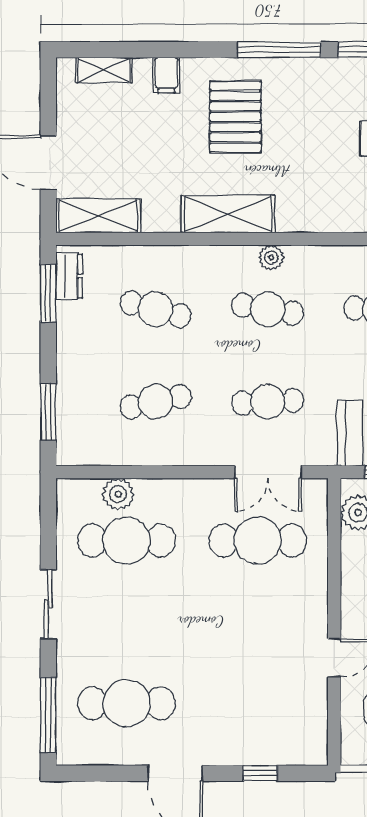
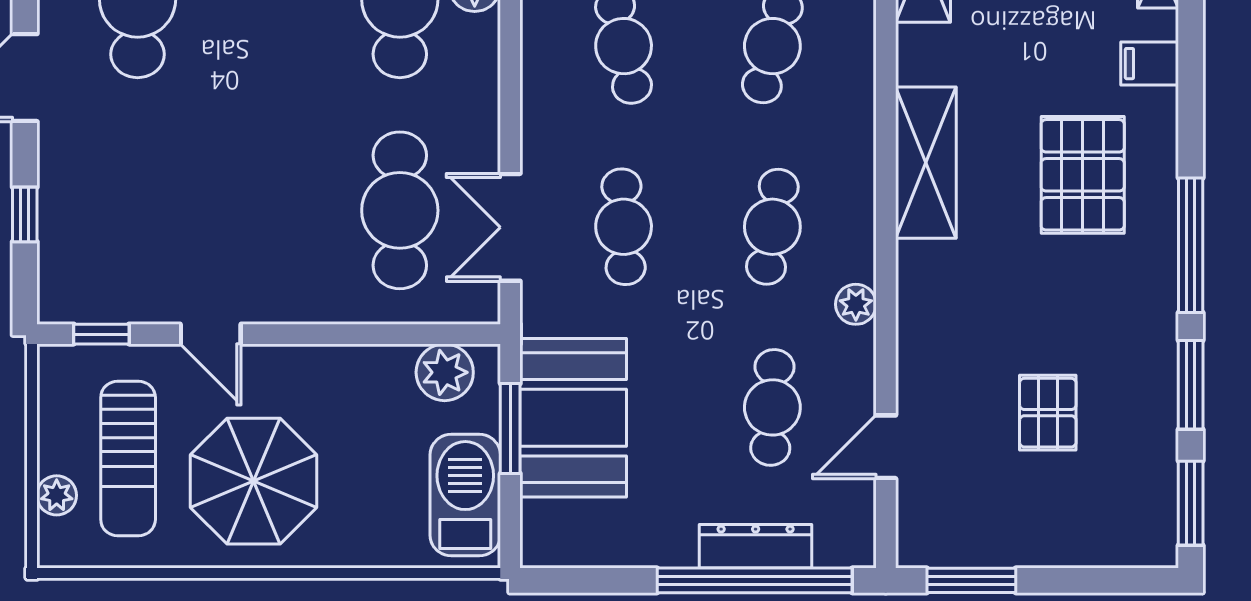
pallet: (235, 117) -> (1083, 175), turned 90
plant: (271, 258) -> (856, 304), moved
window: (334, 726) -> (101, 334), added

